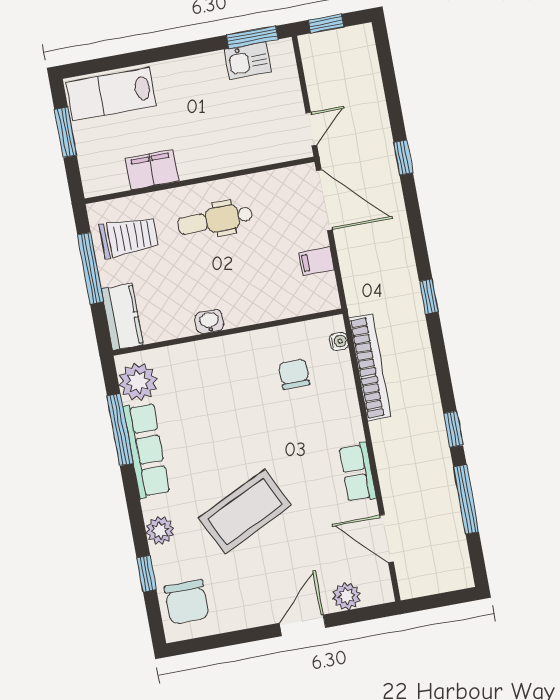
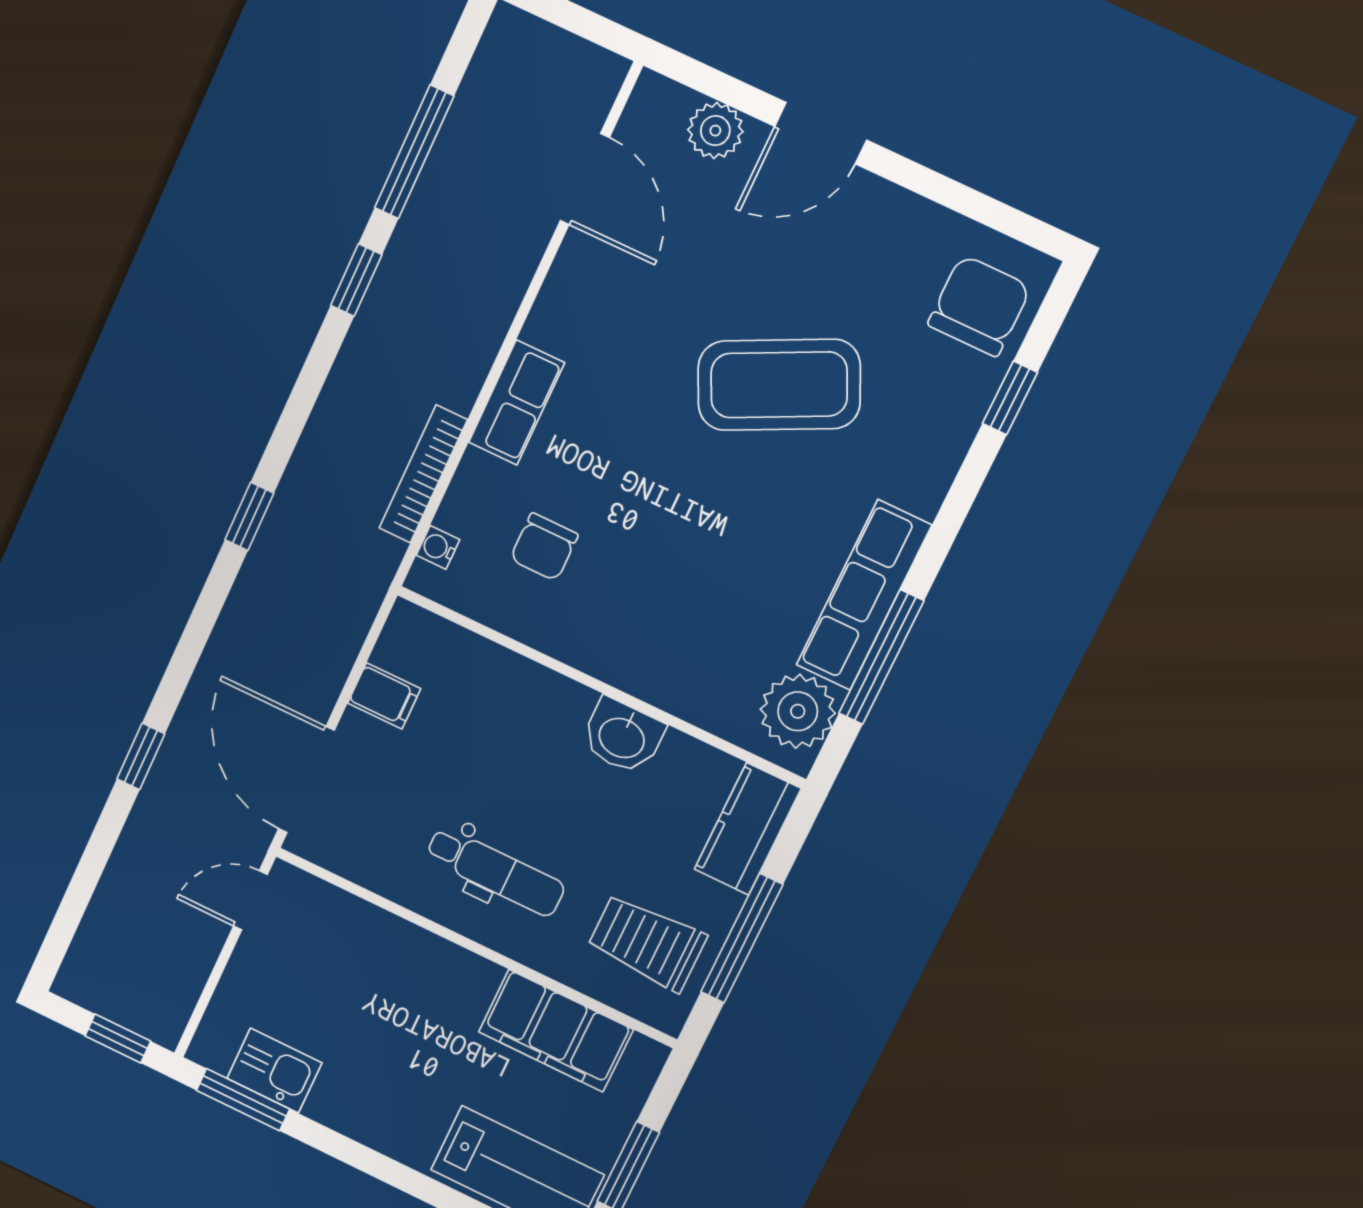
filing cabinet: (152, 170) -> (556, 1031), width x1.50, depth x1.17
washbasin: (209, 322) -> (622, 736), width x1.38, depth x1.45
bookcase: (370, 367) -> (423, 474), width x0.68, depth x0.76
row of seats: (357, 472) -> (517, 403), moved
plant: (160, 530) -> (937, 452), removed

